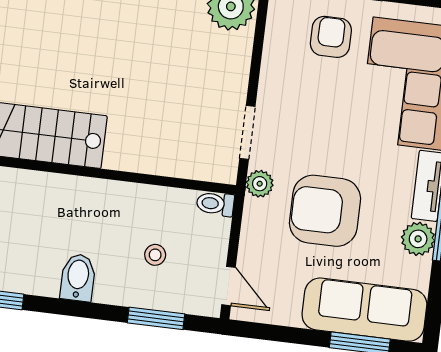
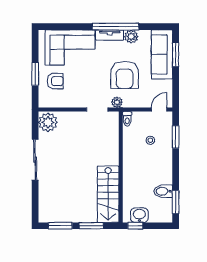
armchair: (331, 37) -> (55, 81), turned 180
bidet: (78, 278) -> (163, 191), moved

